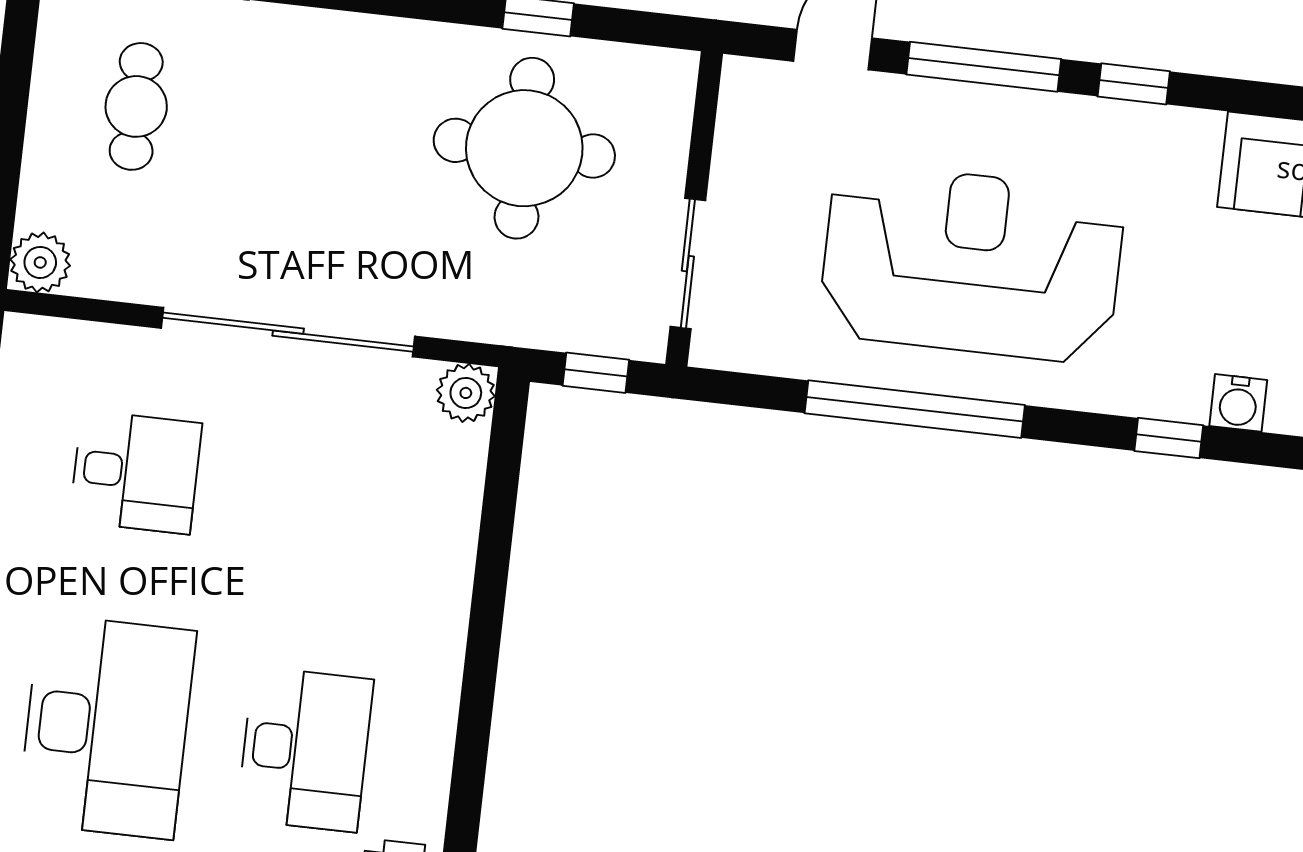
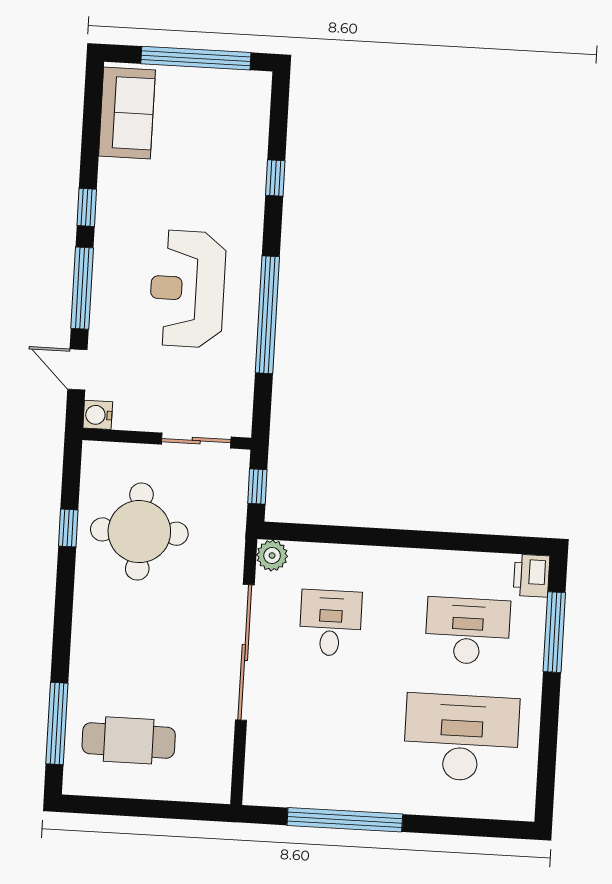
cafe table: (136, 106) -> (129, 740), width x1.37, depth x1.35
plant: (40, 262) -> (215, 787), removed
reception desk: (972, 263) -> (187, 289), width x0.74, depth x0.77
water cooler: (1238, 403) -> (98, 415), moved, turned 180
desk: (136, 472) -> (330, 623), moved

